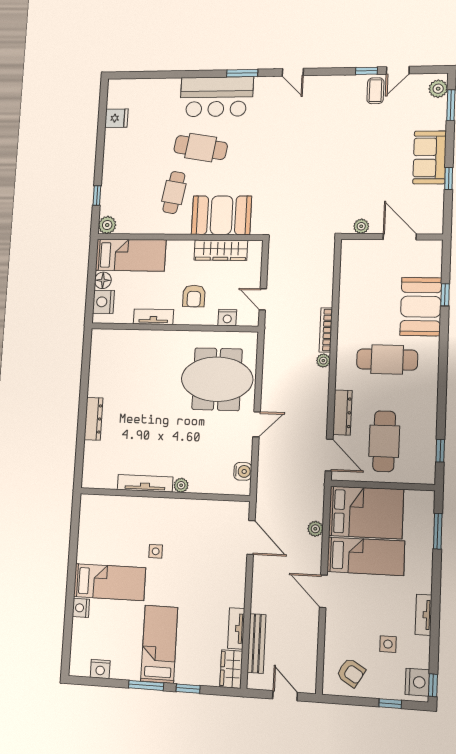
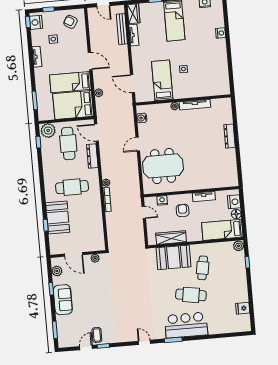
plant: (438, 89) -> (57, 271), moved
plant: (419, 470) -> (48, 130), added
bed: (109, 582) -> (162, 80), moved, turned 90

